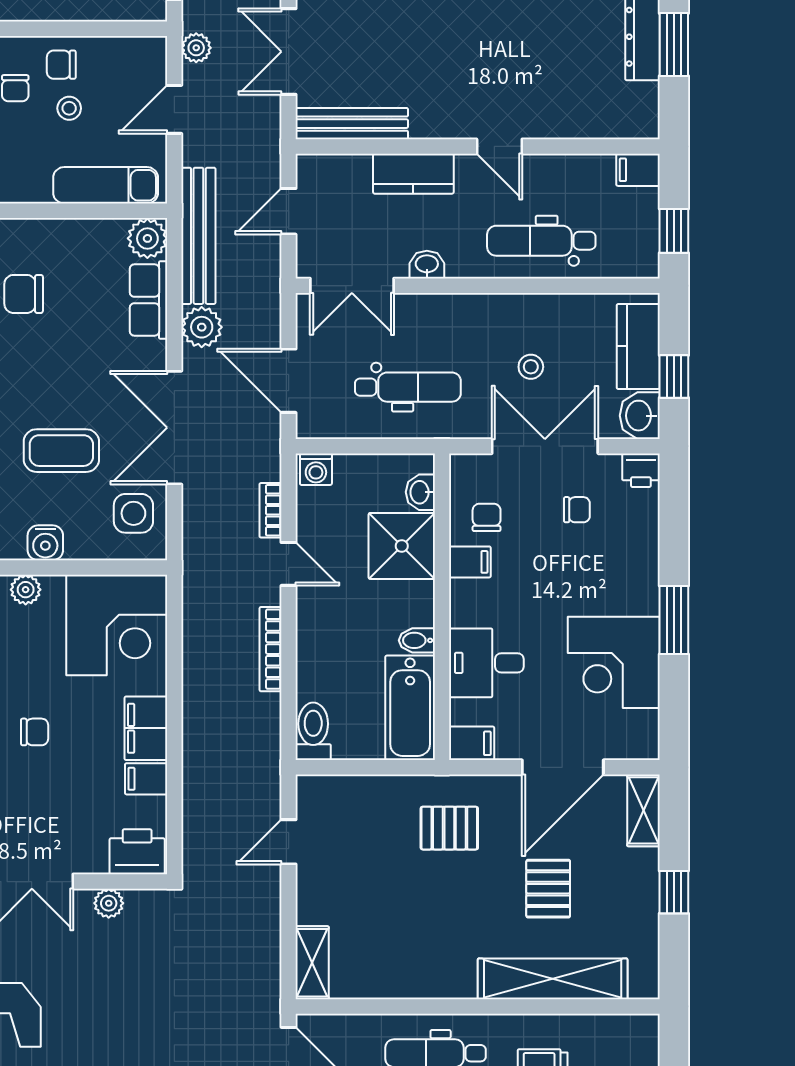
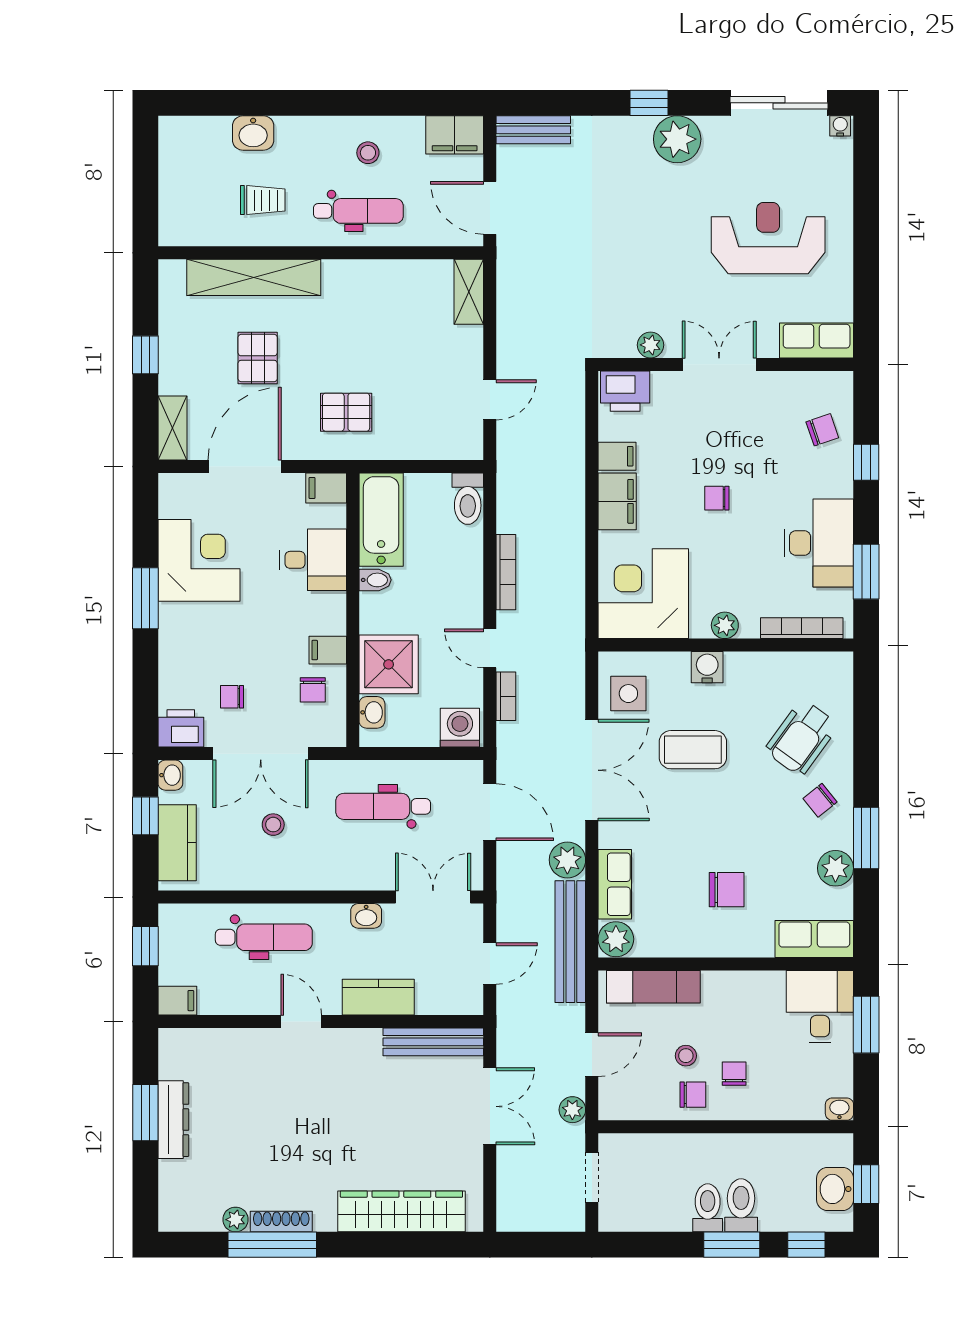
washbasin: (640, 416) -> (170, 775), width x0.72, depth x0.69
washing machine: (316, 469) -> (460, 728), width x1.38, depth x1.38
printer: (641, 470) -> (181, 728), width x1.36, depth x1.24

